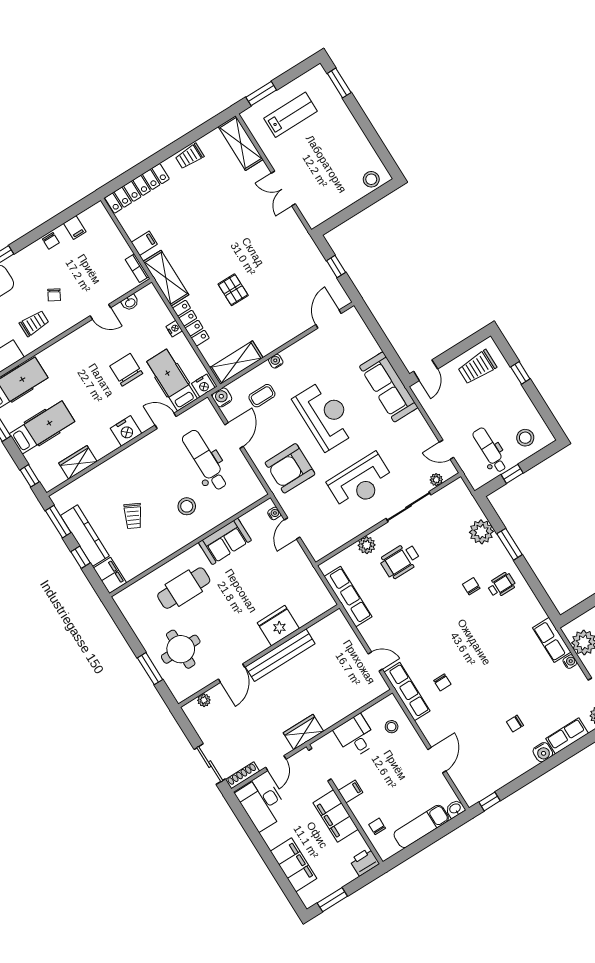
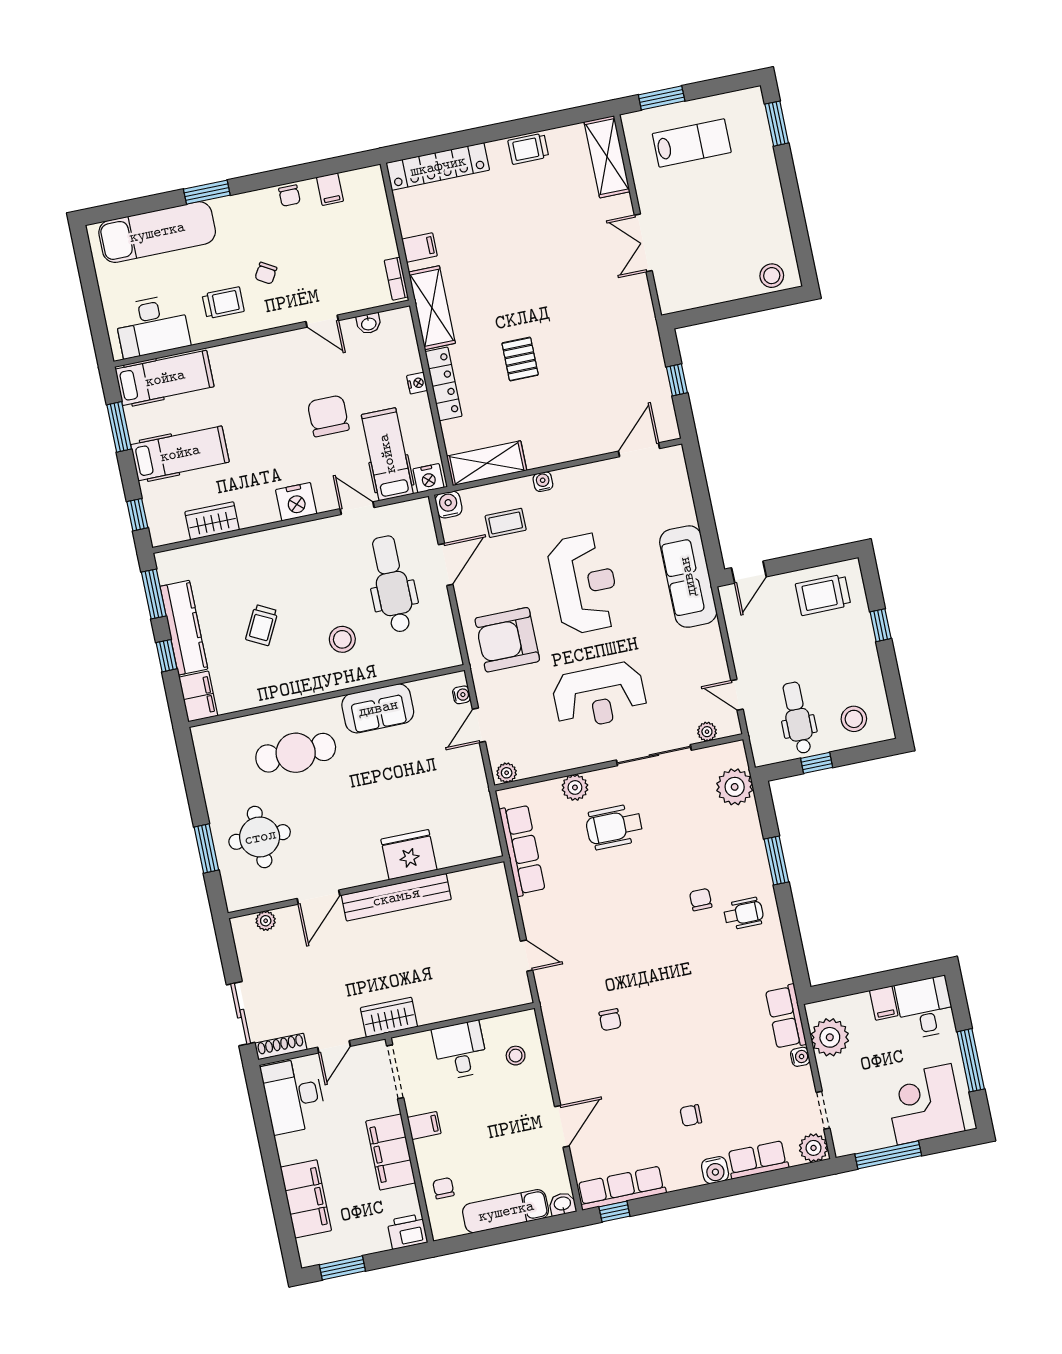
plant: (481, 532) -> (735, 787), moved
plant: (320, 552) -> (507, 773), added
row of seats: (407, 692) -> (621, 1188), moved, turned -90

